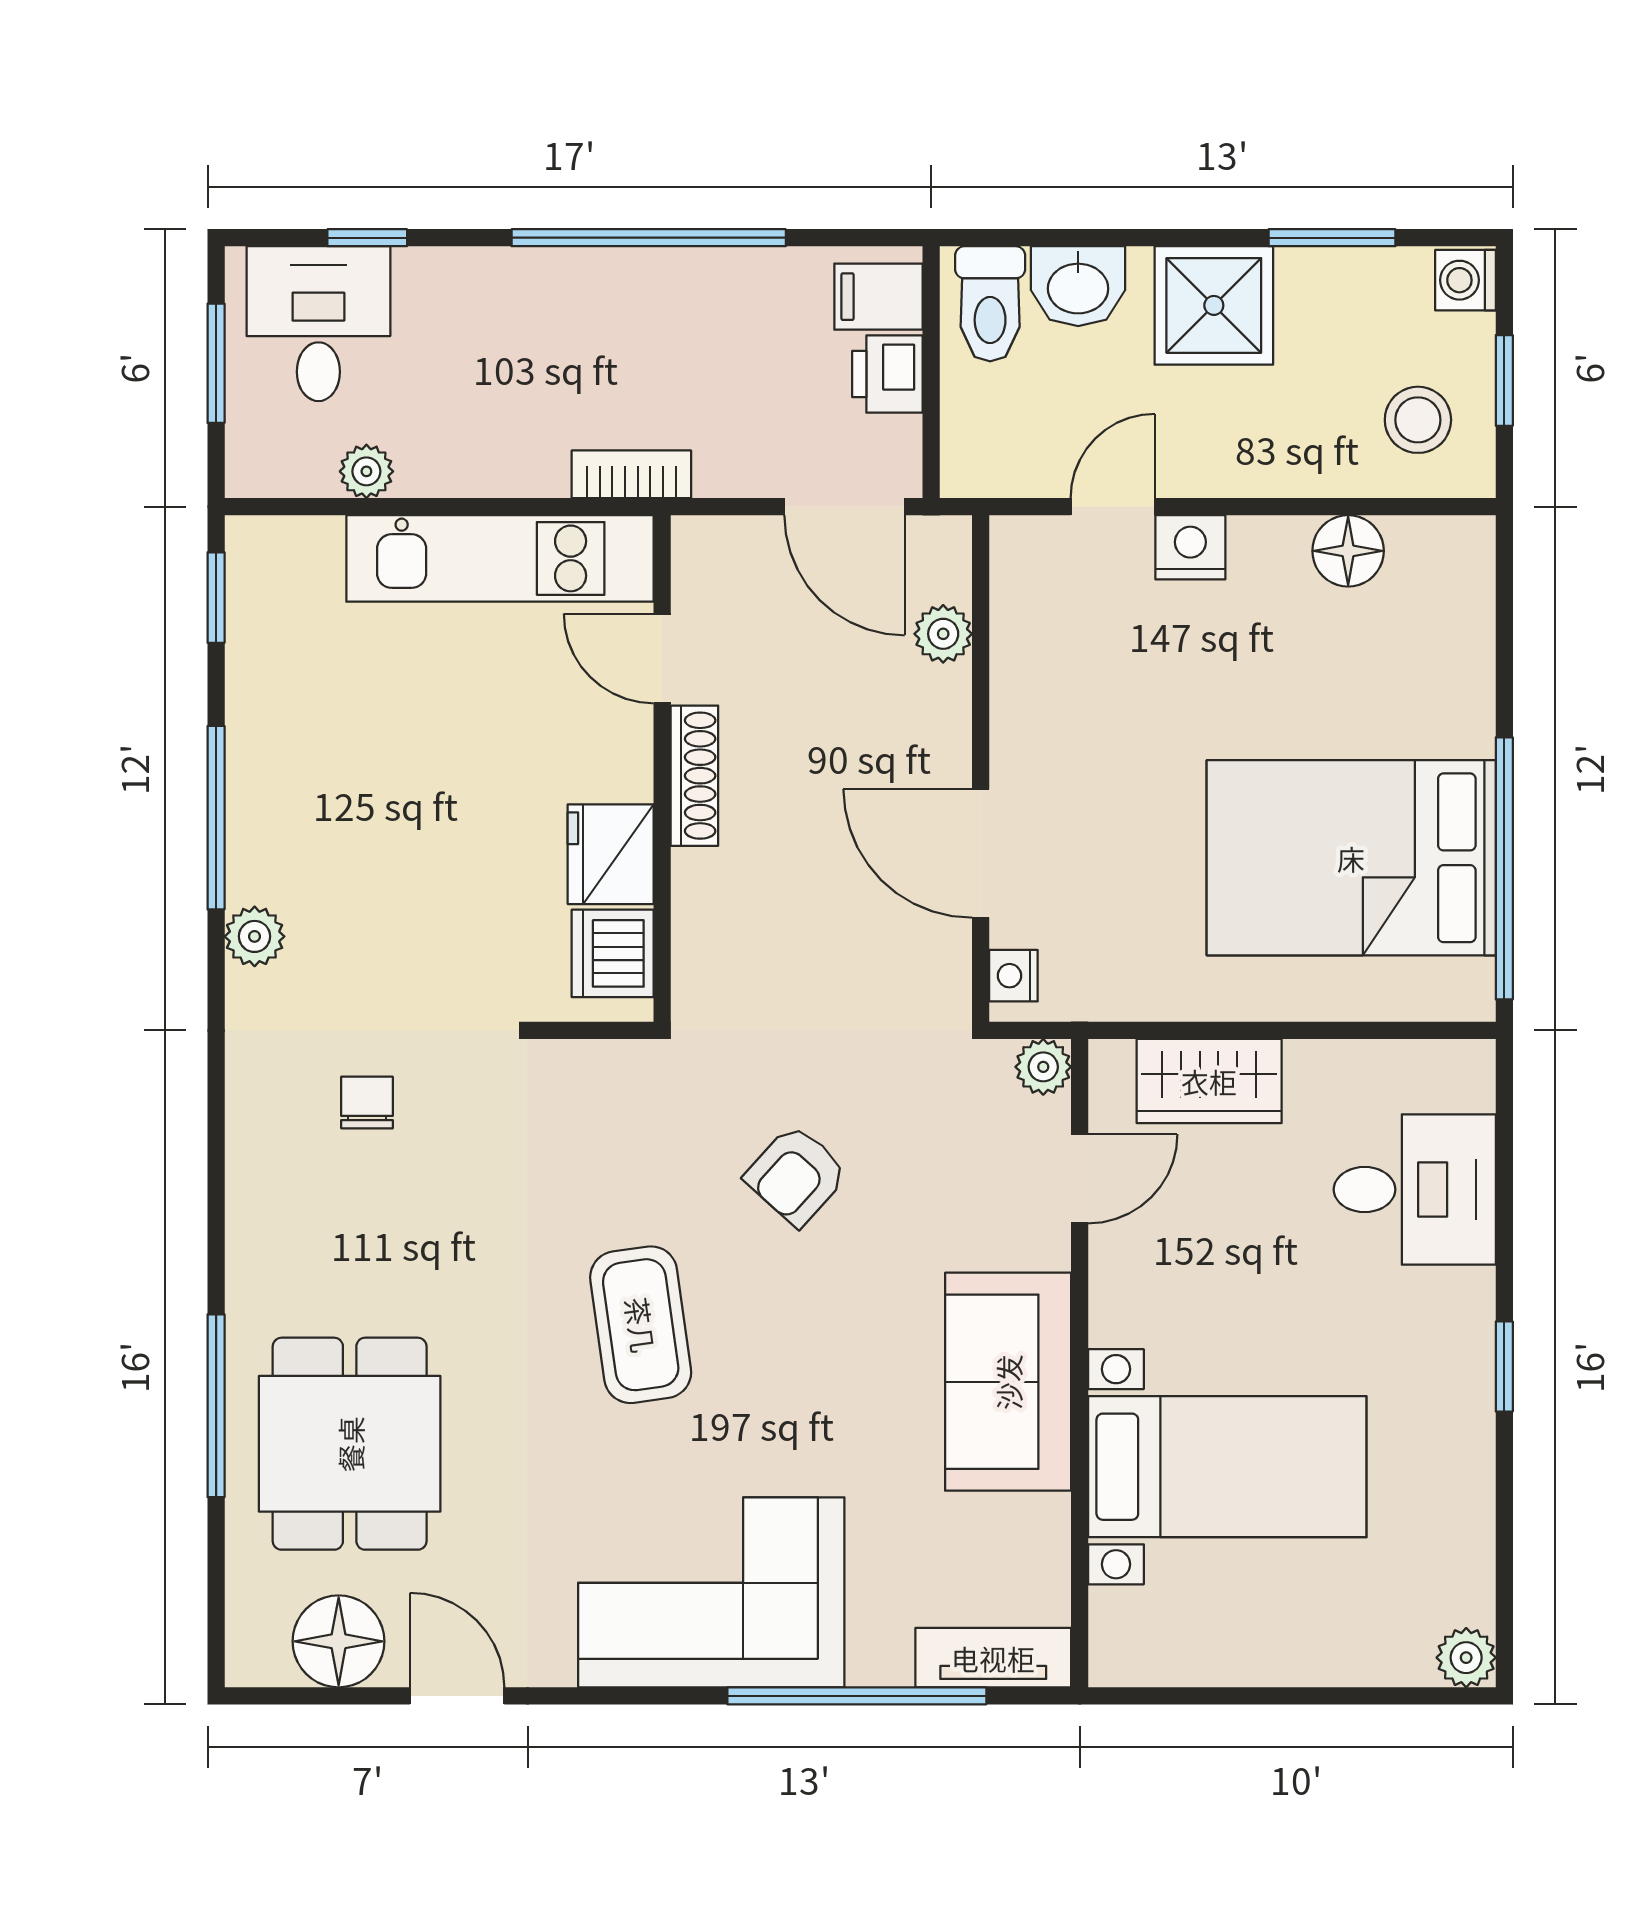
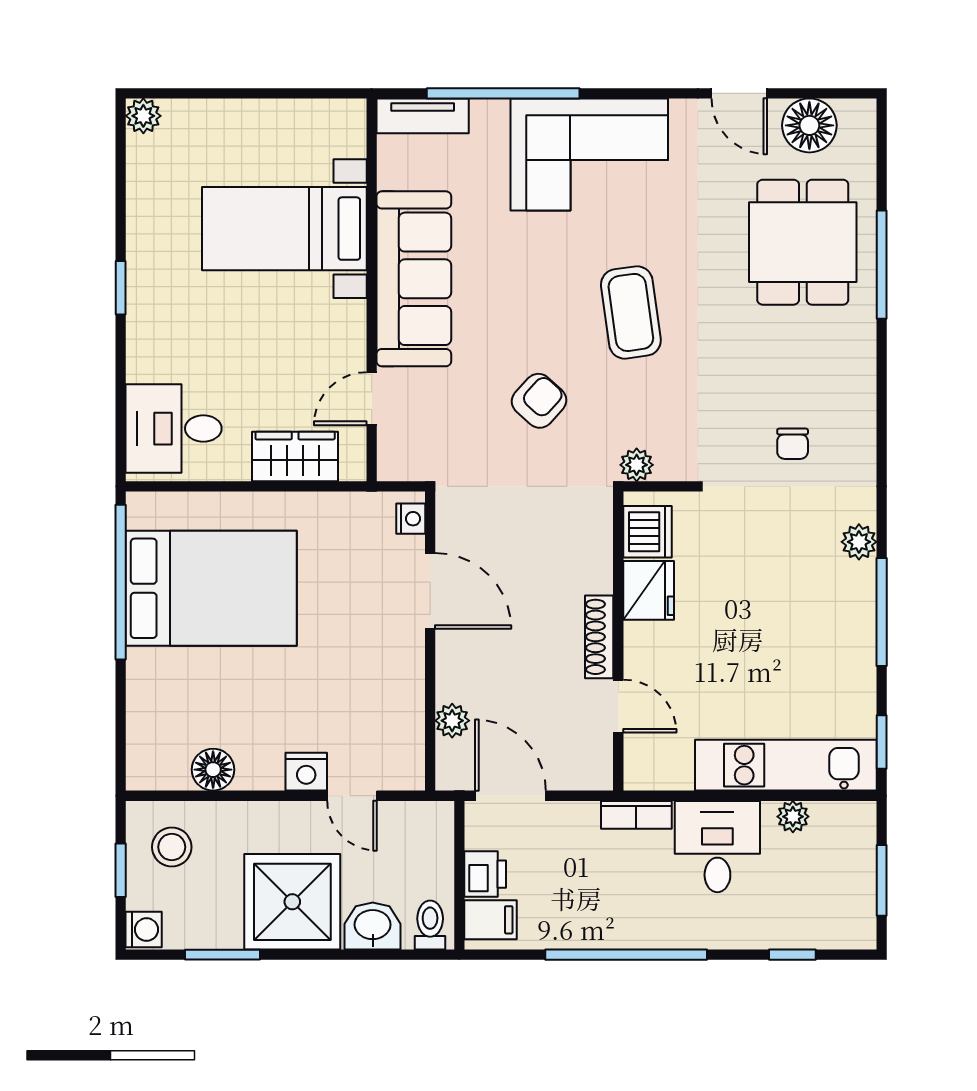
toilet: (990, 304) -> (430, 925), width x0.73, depth x0.72
shower: (1214, 305) -> (292, 902), width x1.37, depth x1.37
desk: (318, 324) -> (717, 847), moved, turned 180
door: (1113, 507) -> (352, 796), hinge flipped
kitchen unit: (500, 558) -> (786, 765), moved
plant: (1043, 1067) -> (637, 465), moved
desk: (1415, 1190) -> (174, 429), moved
sofa: (1008, 1382) -> (414, 279), width x1.36

